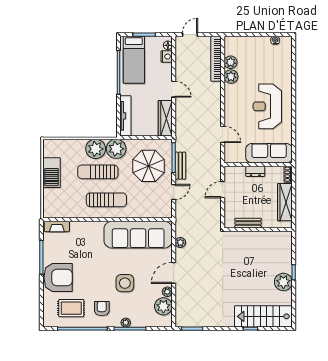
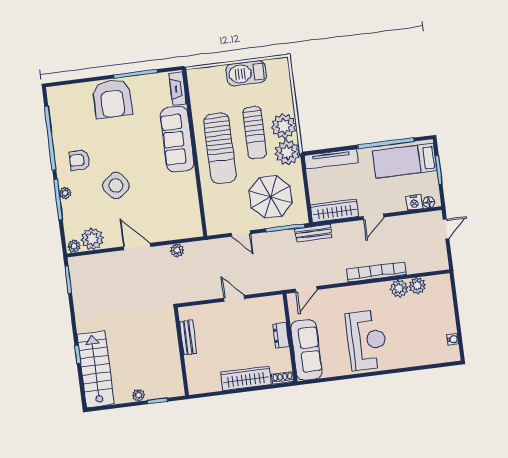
door: (190, 35) -> (446, 229), hinge flipped
bookcase: (216, 59) -> (377, 272), moved
reception desk: (267, 106) -> (366, 340), turned 90
door: (223, 134) -> (306, 289), moved
bench: (180, 166) -> (313, 233), moved
sun lounger: (98, 172) -> (255, 133), turned 180
door: (223, 190) -> (234, 298), moved
sun lounger: (106, 200) -> (220, 148), width x1.36, depth x1.34
bench: (248, 223) -> (188, 337), moved
wall: (258, 229) -> (181, 351), moved
sofa: (138, 235) -> (177, 139), moved, width x0.74, depth x0.79
plant: (283, 282) -> (138, 395), width x0.53, depth x0.53
side table: (125, 283) -> (116, 186), turned -38
plant: (167, 292) -> (74, 246), moved
rug: (71, 308) -> (75, 121), removed
armchair: (102, 309) -> (79, 160), turned 180

